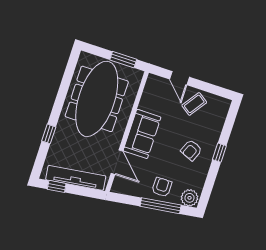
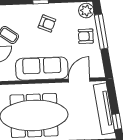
sofa: (142, 134) -> (42, 69), width x1.36

